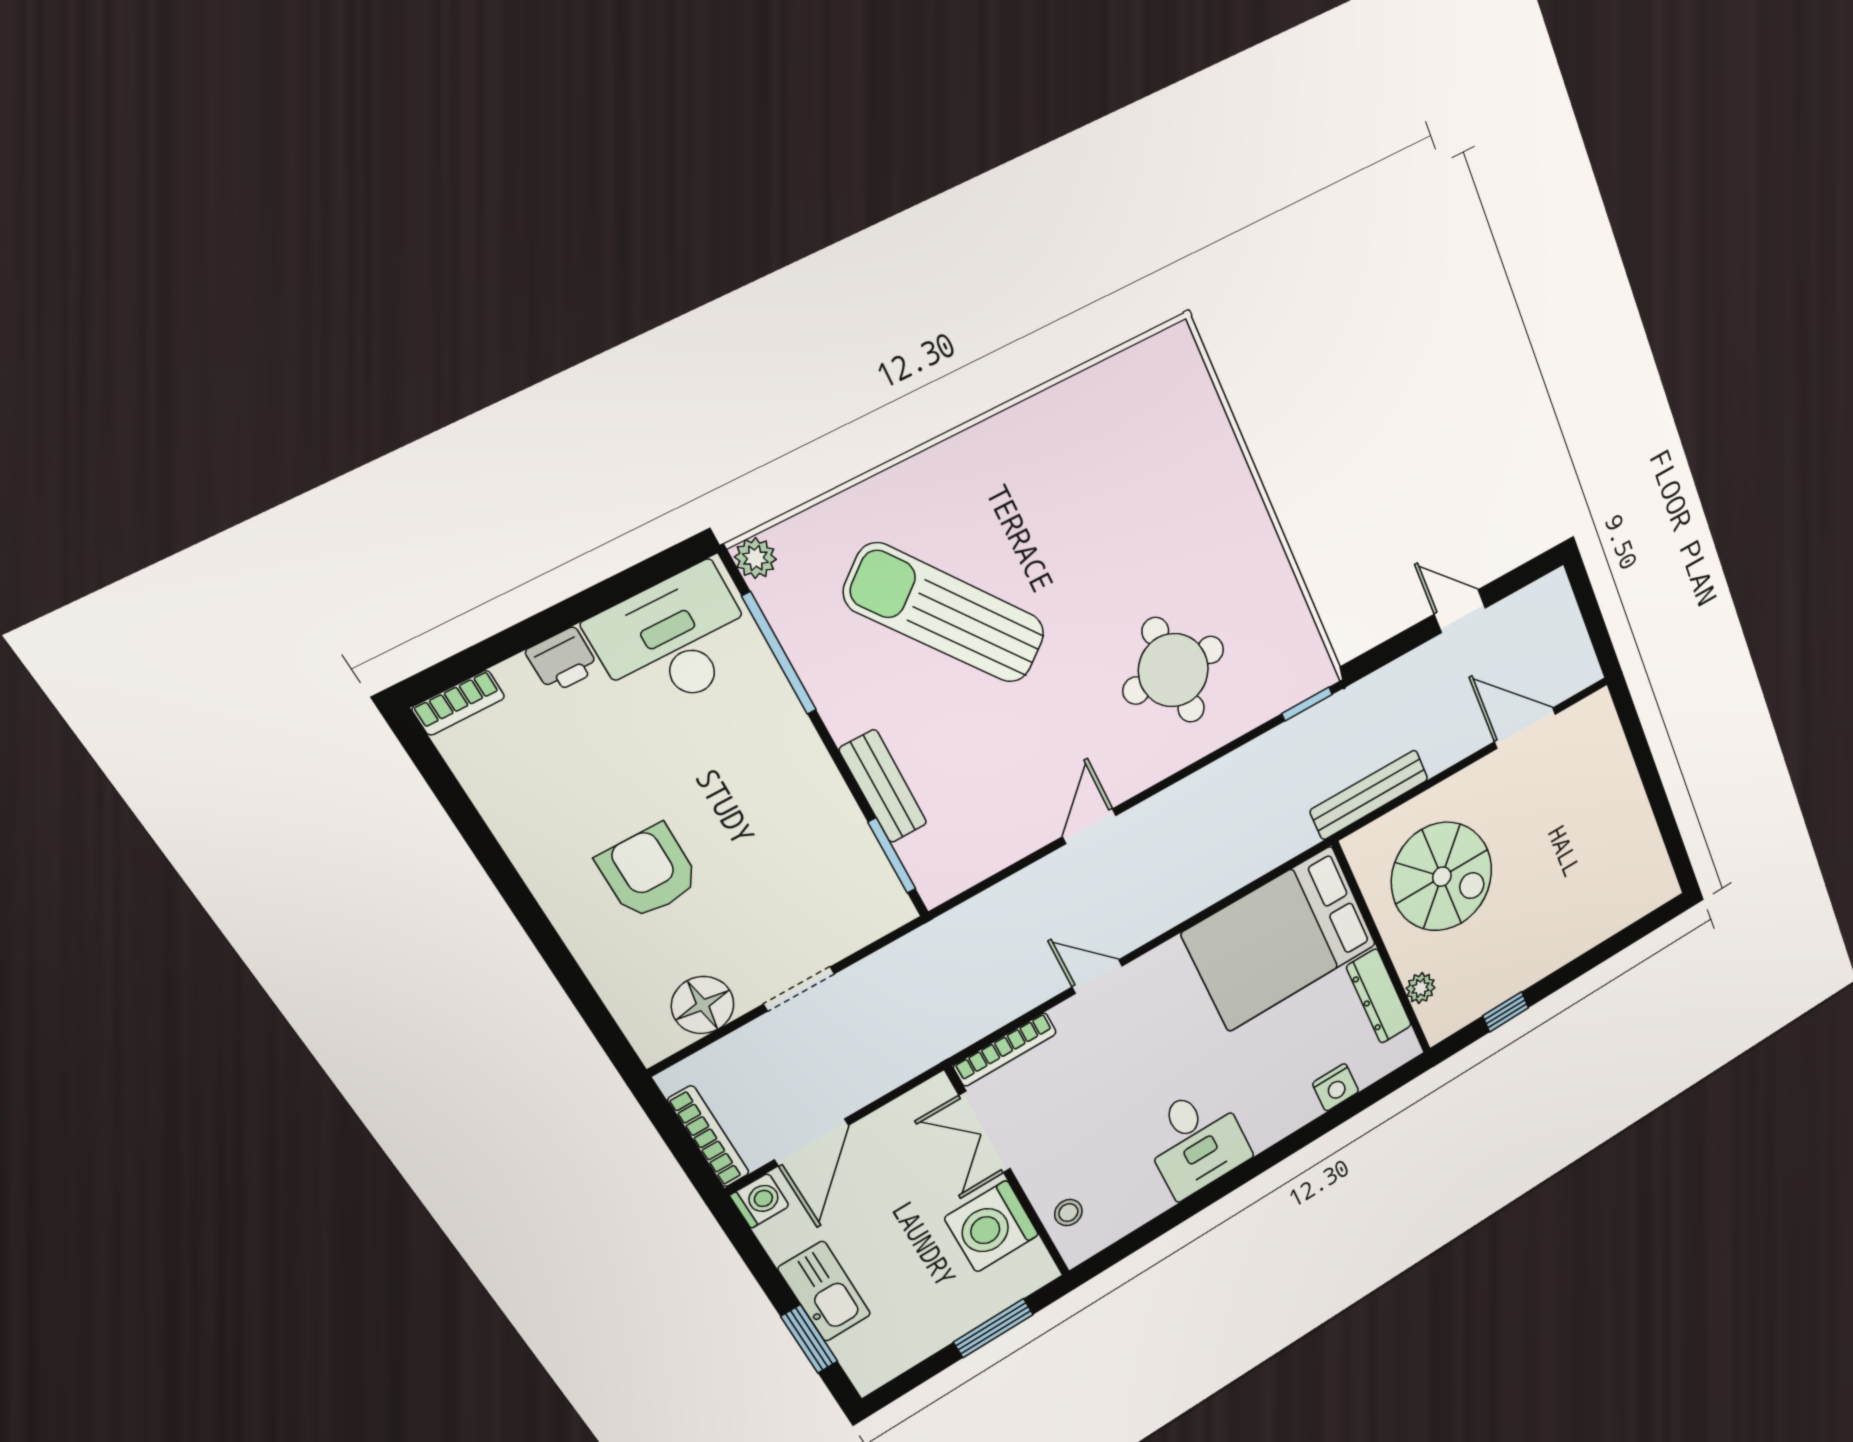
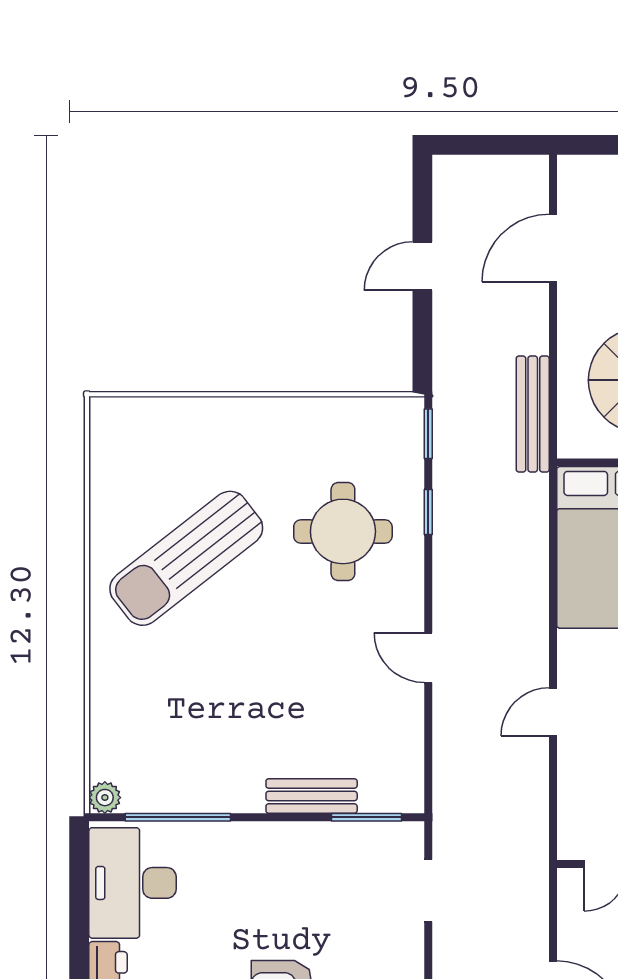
sun lounger: (945, 614) -> (186, 558), moved
window: (1232, 746) -> (428, 512), added
doorway: (799, 989) -> (428, 890), moved
bookcase: (1005, 1049) -> (569, 814), removed

